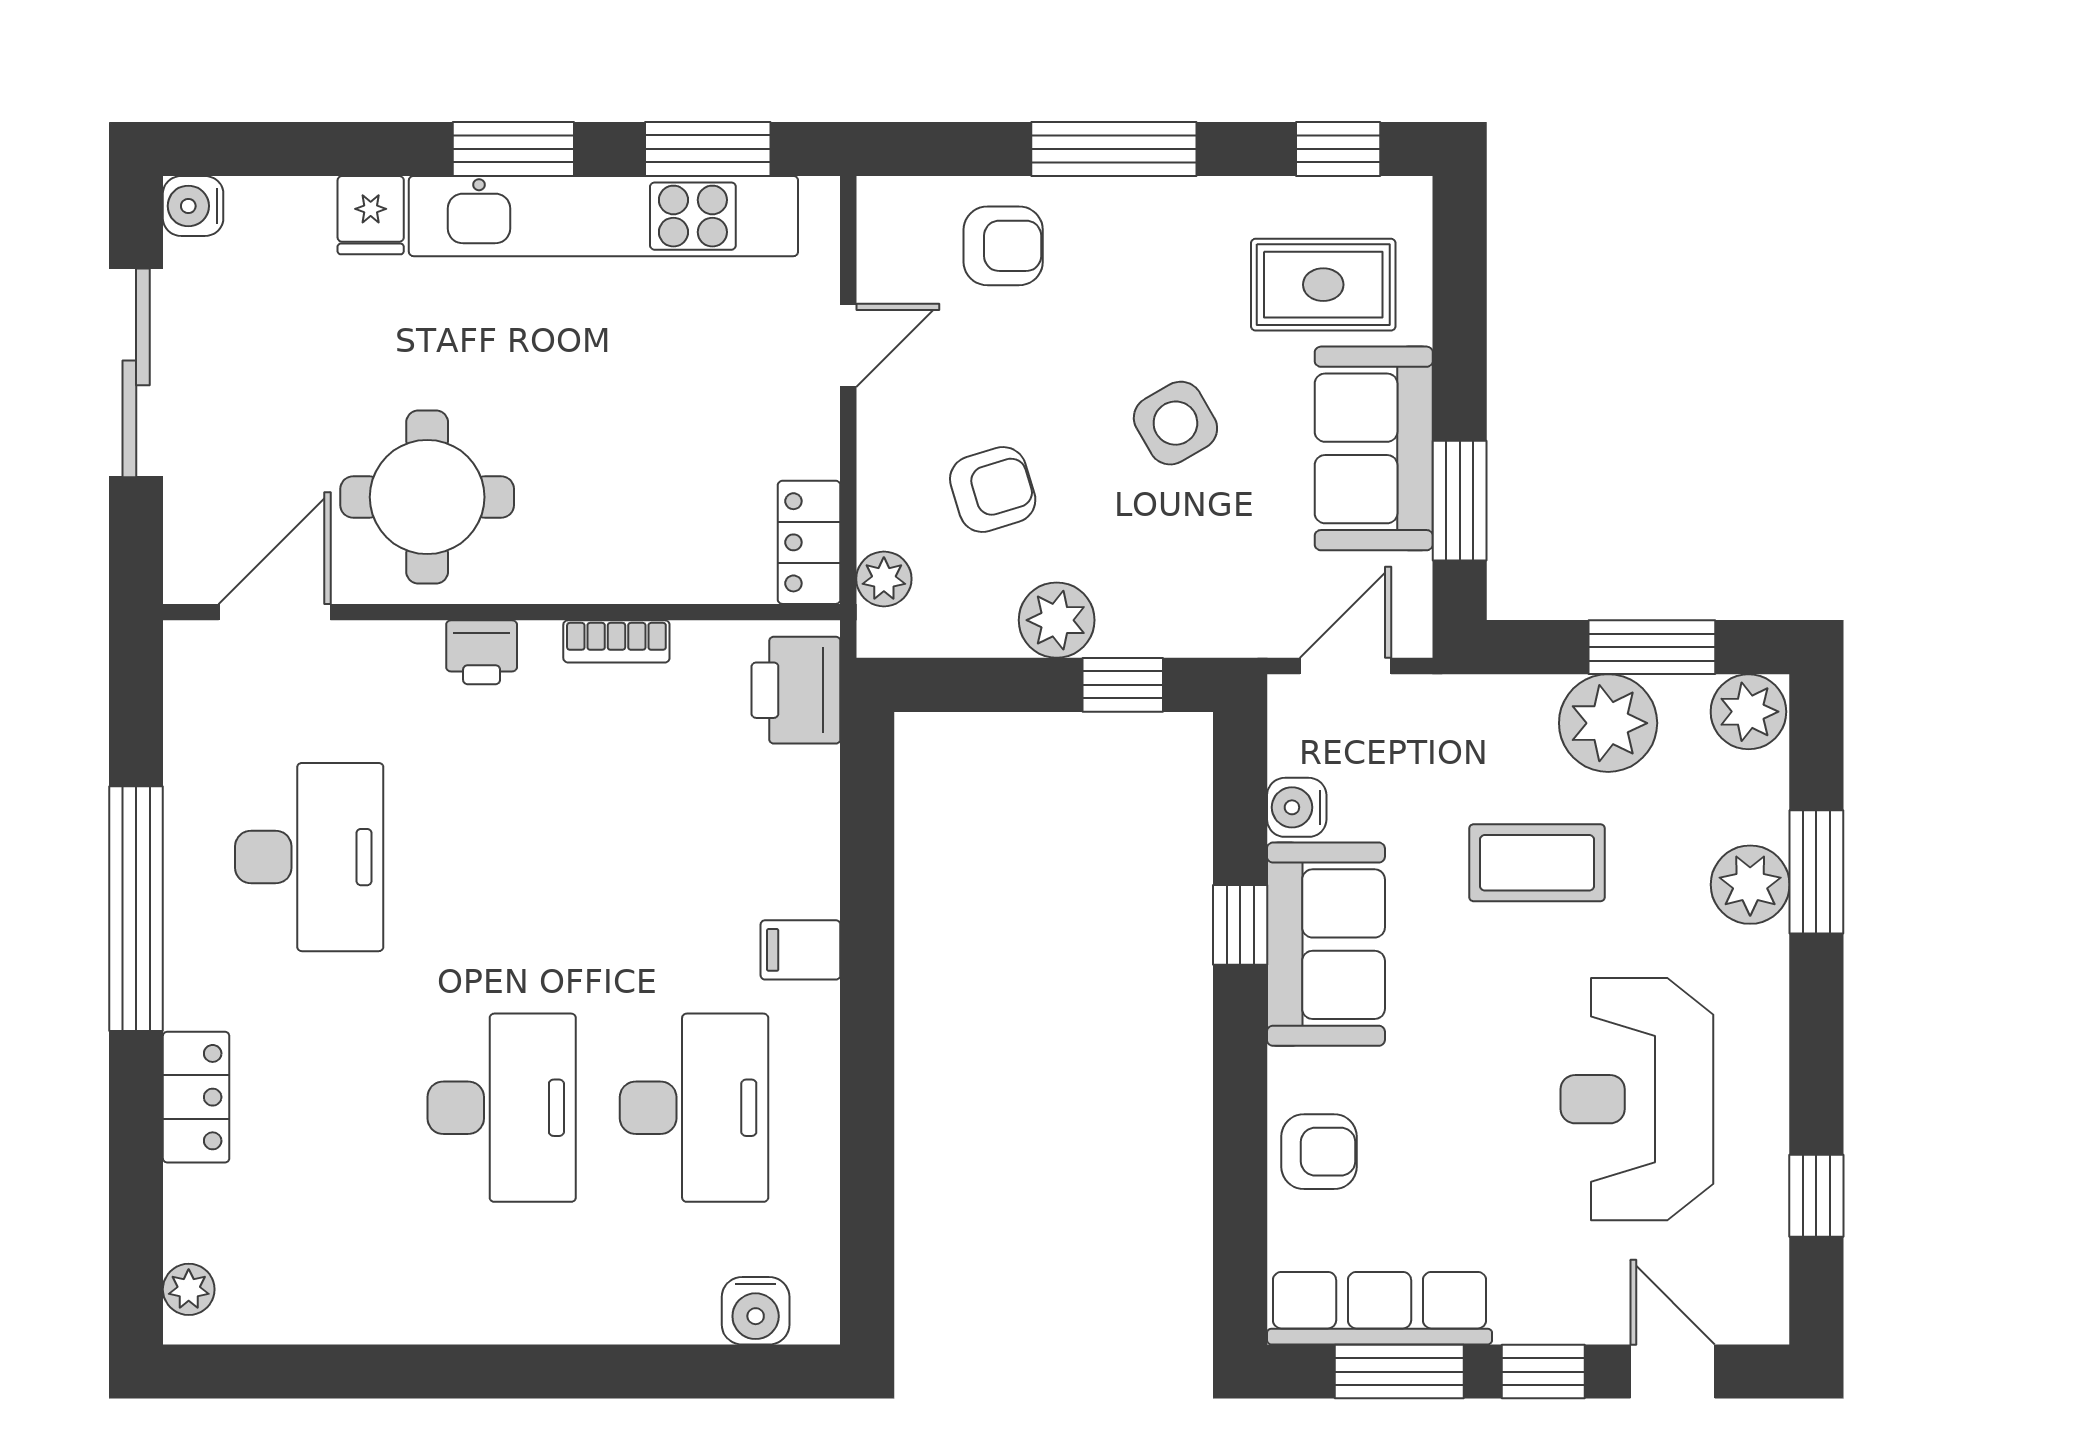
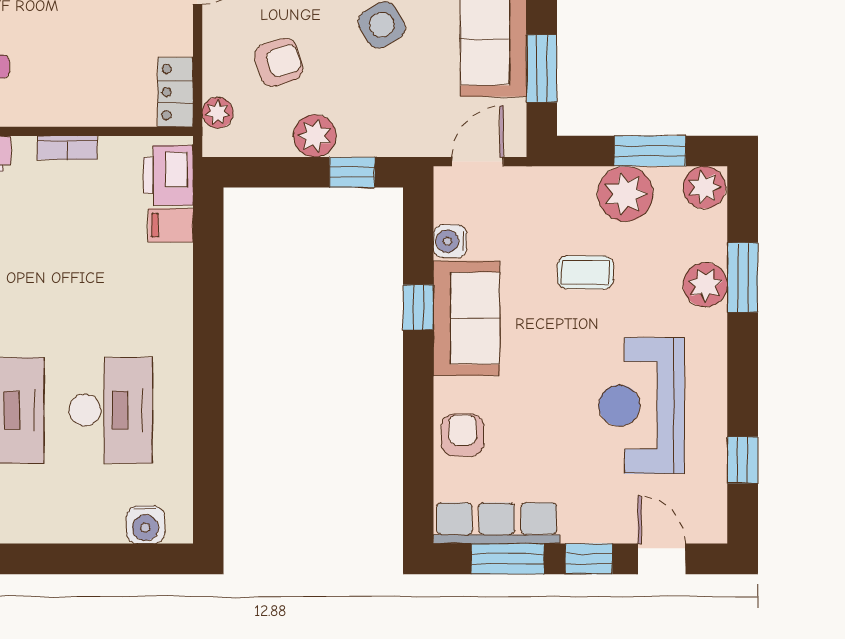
coffee table: (1537, 863) -> (585, 272), width x0.73, depth x0.77
filing cabinet: (800, 950) -> (171, 225), moved
armchair: (1319, 1152) -> (463, 435), turned -90

